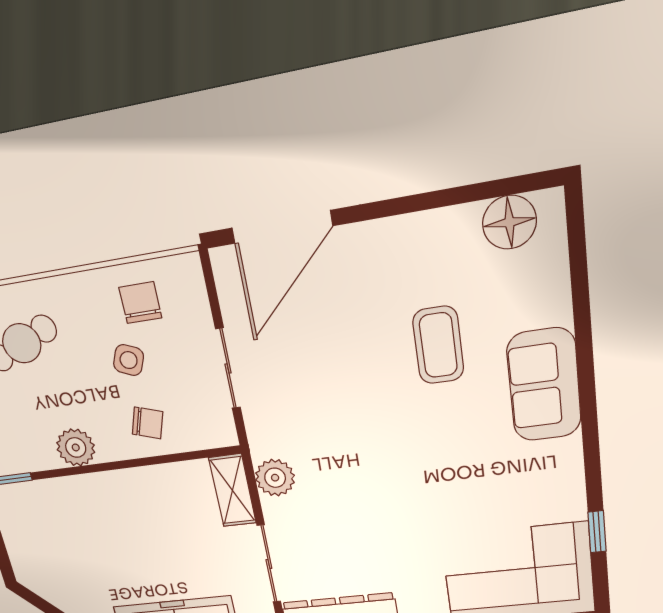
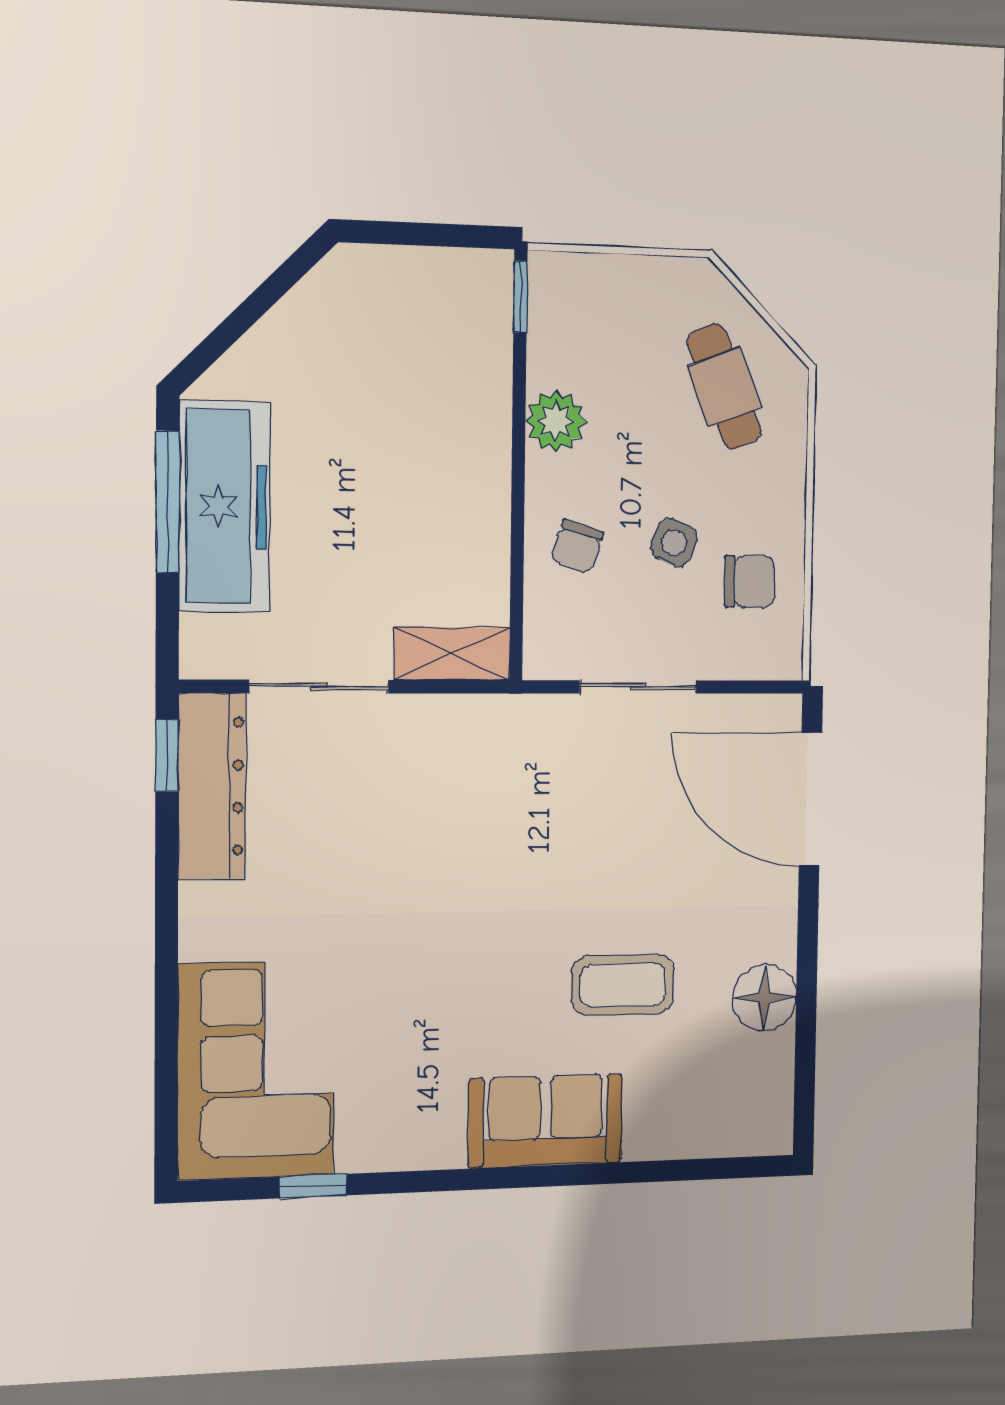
floor lamp: (509, 222) -> (764, 998), moved
plant: (275, 478) -> (463, 724), removed

